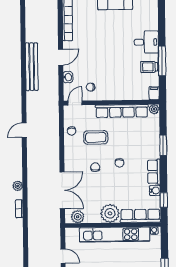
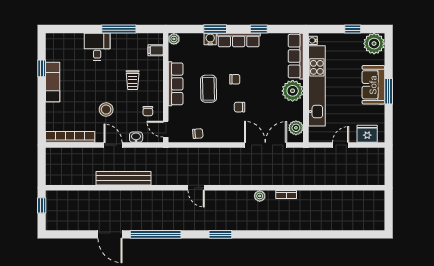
stool: (92, 51) -> (106, 110), added
trolley: (149, 67) -> (133, 80), moved
filing cabinet: (154, 93) -> (156, 50), moved
row of seats: (122, 111) -> (176, 84), width x0.73
coffee table: (96, 137) -> (209, 89), moved
row of seats: (154, 172) -> (239, 40), width x1.48
water cooler: (155, 191) -> (210, 39), moved
window: (164, 200) -> (259, 29), moved

